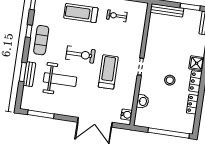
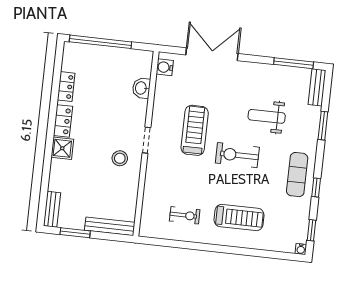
treadmill: (108, 72) -> (195, 130), turned 180
bench: (29, 74) -> (317, 87), moved
weight bench: (60, 80) -> (267, 116), width x0.73, depth x0.75
stool: (170, 80) -> (120, 158), moved

